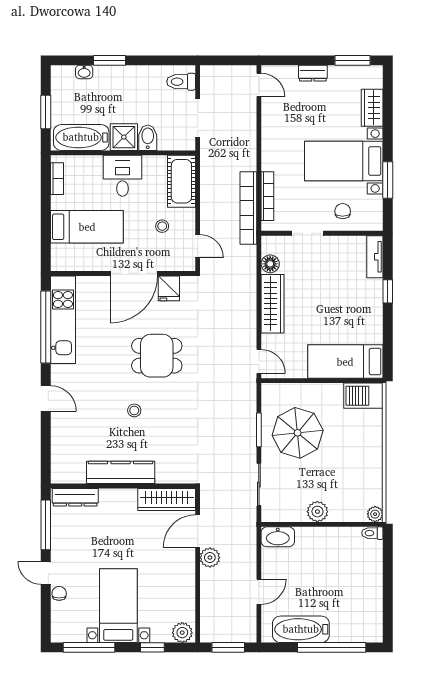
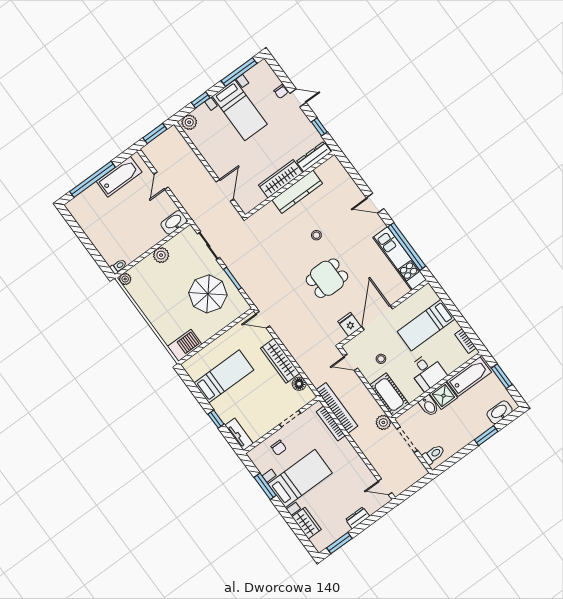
washbasin: (84, 72) -> (500, 412), width x1.91, depth x1.45
bed: (345, 362) -> (224, 376), moved
wardrobe: (167, 499) -> (281, 179), moved
window: (46, 525) -> (319, 127), width x0.46
plant: (210, 558) -> (383, 422), moved

